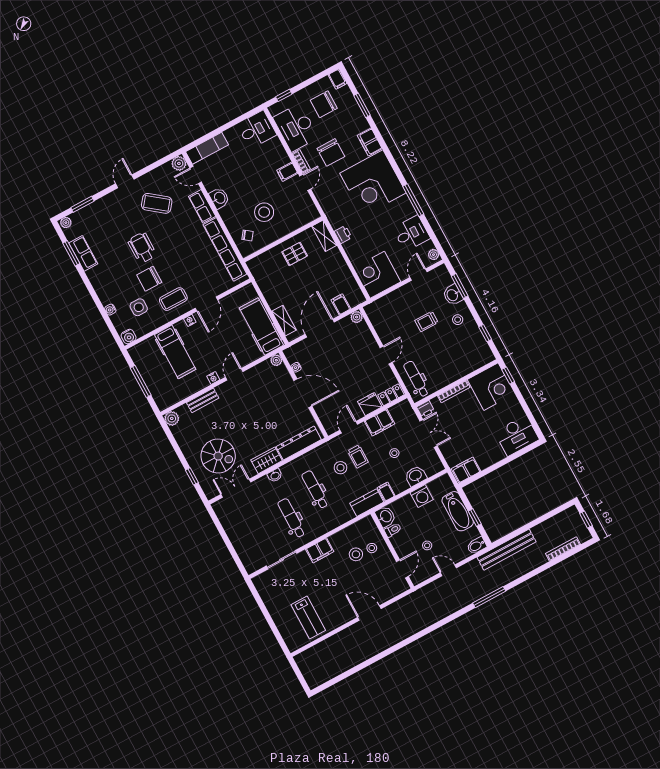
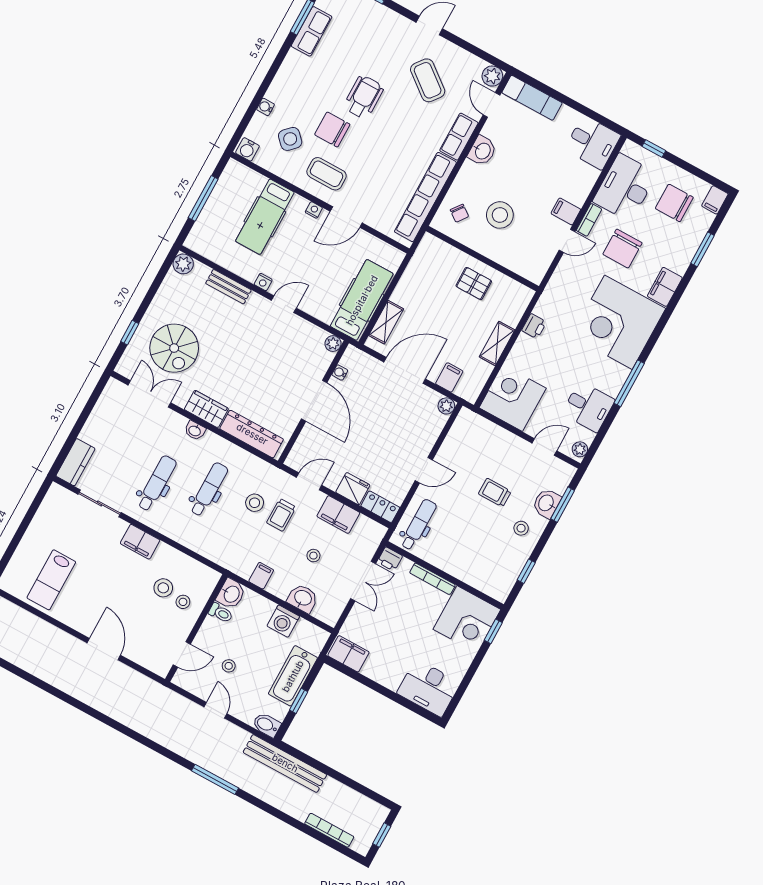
shelving: (324, 236) -> (497, 343), moved
side table: (139, 307) -> (290, 139), turned 45
kitchen counter: (367, 503) -> (75, 462), moved, turned 90

